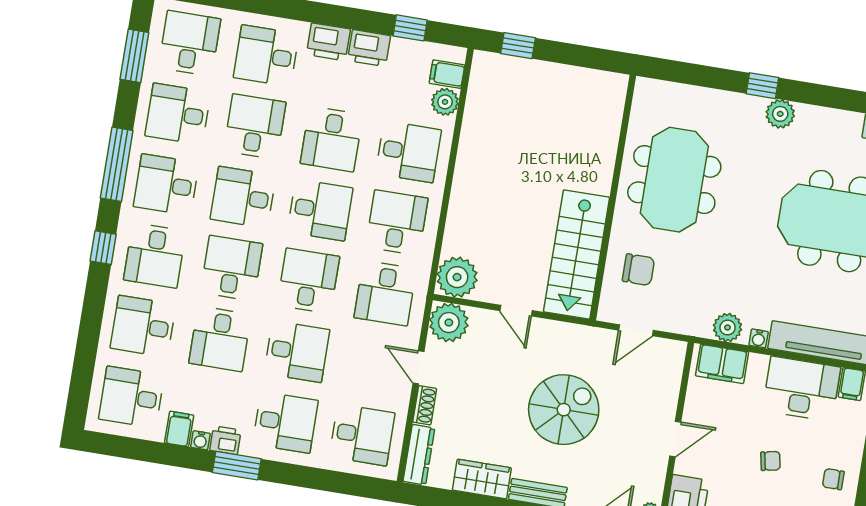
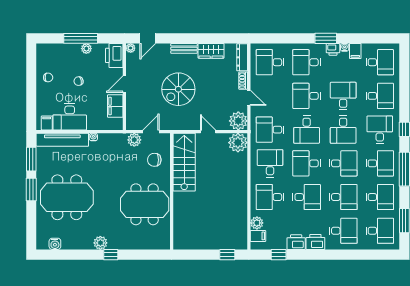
desk: (189, 43) -> (380, 231), turned -90
desk: (255, 127) -> (343, 197), turned -90
desk: (332, 139) -> (307, 197), turned 90
meeting table: (674, 180) -> (145, 204), turned 90
desk: (397, 222) -> (270, 163), turned 180
desk: (385, 293) -> (270, 130), turned -90
plant: (728, 327) -> (134, 140), moved
filing cabinet: (722, 364) -> (115, 106), moved, turned -90

